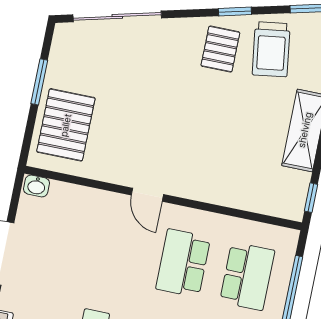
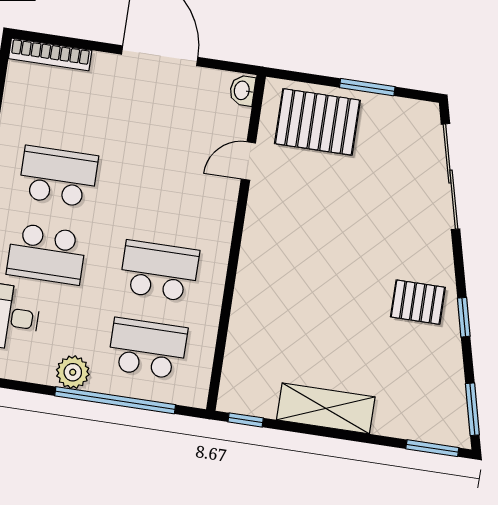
trolley: (271, 49) -> (421, 363), removed
door: (147, 195) -> (248, 161), moved
school desk: (247, 276) -> (148, 348), turned 180

